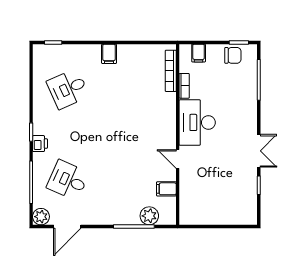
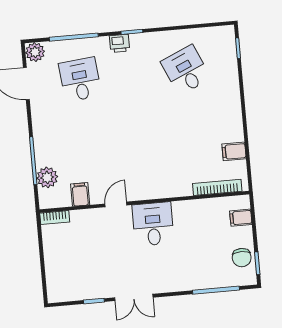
filing cabinet: (109, 54) -> (234, 151), moved
bookcase: (184, 86) -> (55, 218), moved
desk: (197, 122) -> (153, 224), width x0.73
desk: (68, 180) -> (80, 79), turned -30

